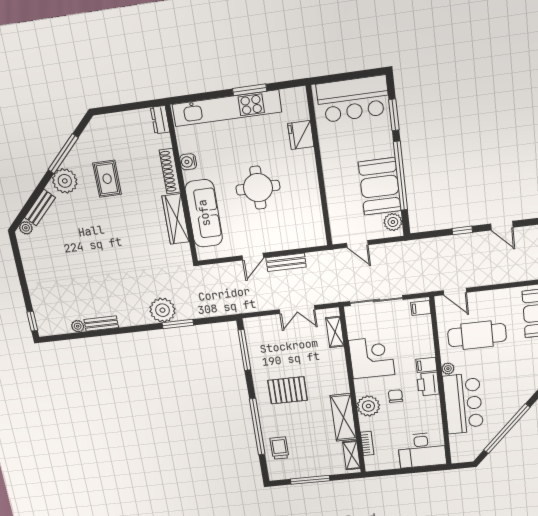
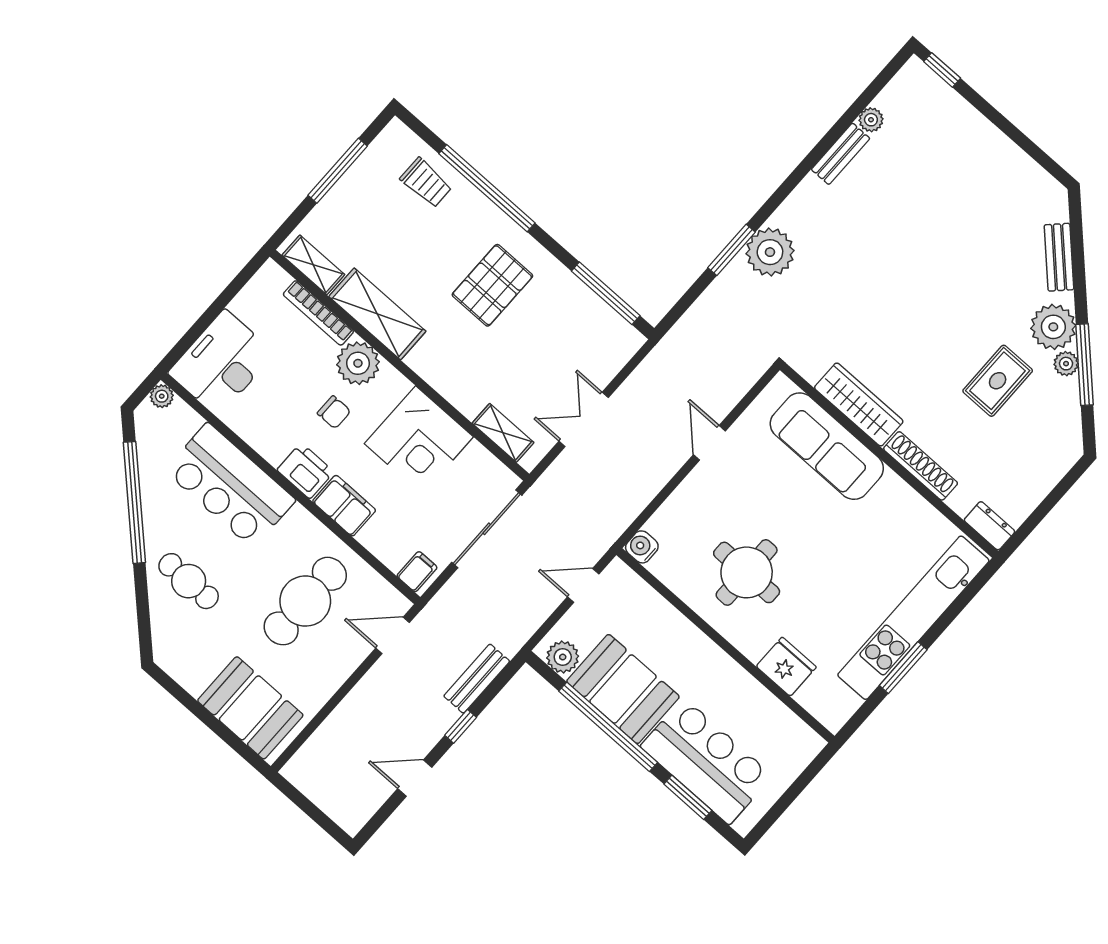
bar counter: (353, 99) -> (706, 761), moved, turned 90
water cooler: (188, 162) -> (642, 547), moved, turned -90
rug: (107, 179) -> (998, 381), turned 90
round table: (258, 188) -> (747, 572), moved
plant: (26, 228) -> (1066, 364), moved
bench: (286, 262) -> (477, 679), moved
filing cabinet: (426, 365) -> (344, 506), width x2.00
plant: (448, 369) -> (162, 396), moved
cafe table: (516, 382) -> (189, 581), added
bookcase: (367, 443) -> (318, 313), width x1.56

